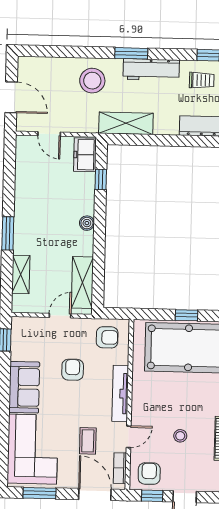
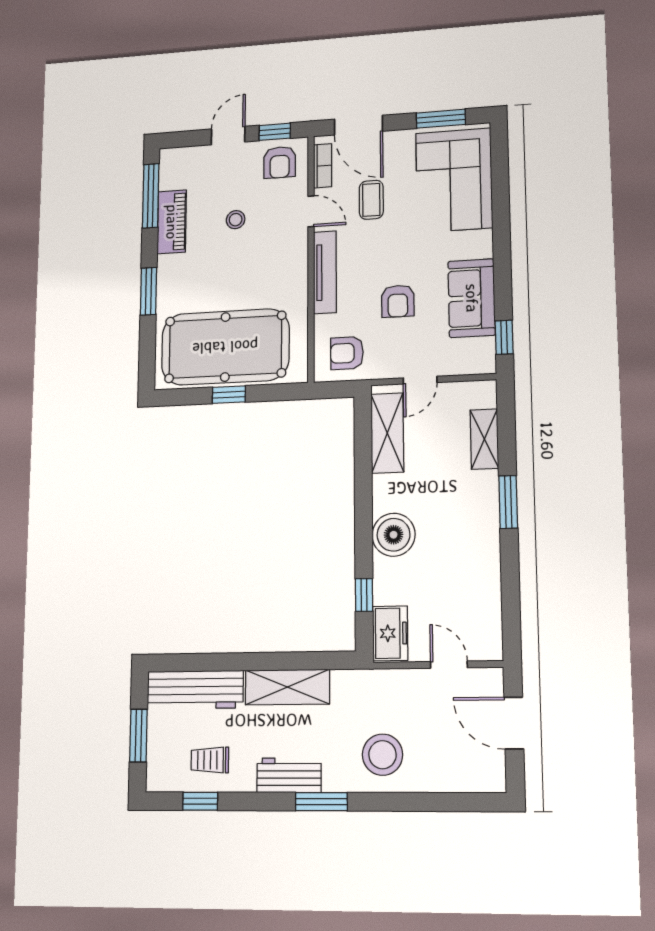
workbench: (151, 70) -> (289, 775), width x0.73
shelving: (126, 123) -> (287, 687), moved
boiler: (87, 223) -> (394, 535), width x1.86, depth x1.86
sofa: (24, 387) -> (472, 298), moved
door: (129, 437) -> (311, 211), swing flipped

